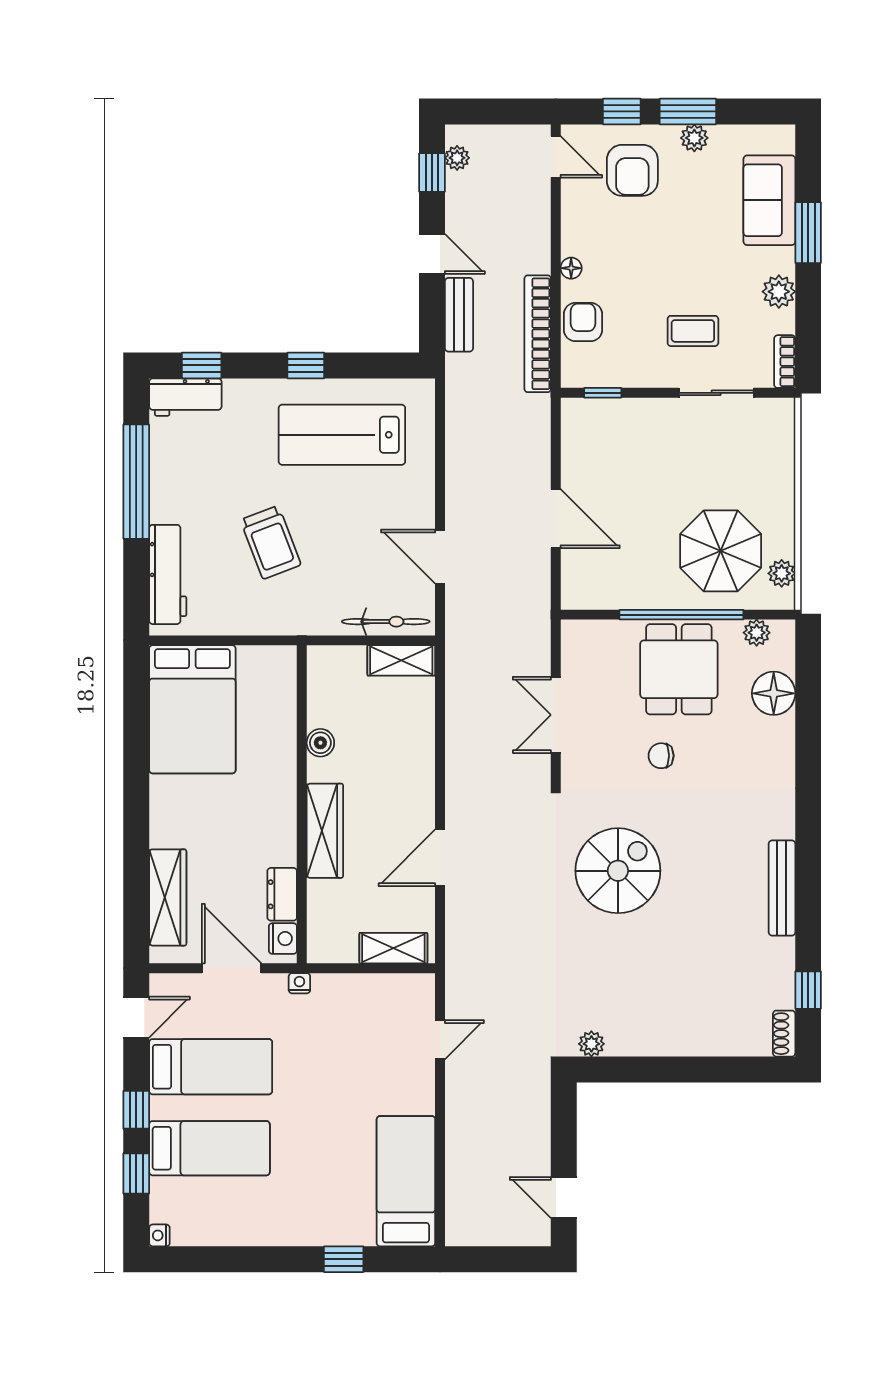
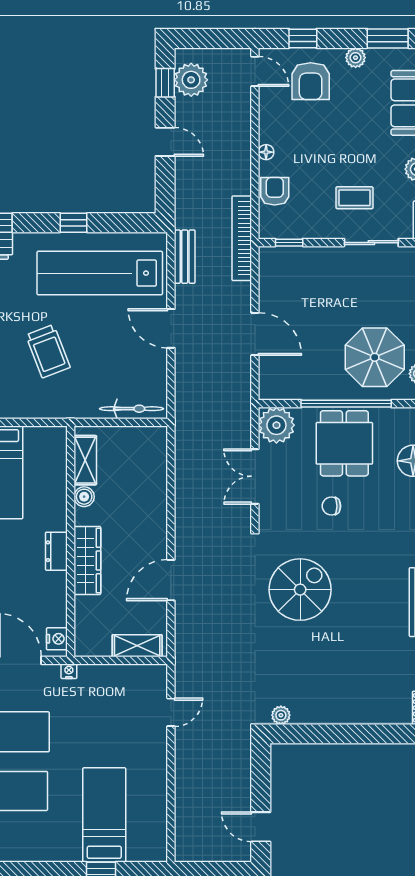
window: (688, 111) -> (388, 38), moved
plant: (457, 158) -> (191, 80), width x1.87, depth x1.87
bench: (459, 315) -> (185, 257), moved
bookcase: (538, 334) -> (242, 238), moved
lab bench: (342, 435) -> (100, 273), width x1.36
door: (440, 557) -> (171, 328), moved
plant: (757, 633) -> (276, 425), moved, width x1.88, depth x1.88
shelving: (401, 660) -> (85, 460), moved, turned 90
dresser: (282, 894) -> (56, 551), moved
bed: (406, 1181) -> (104, 815), moved

